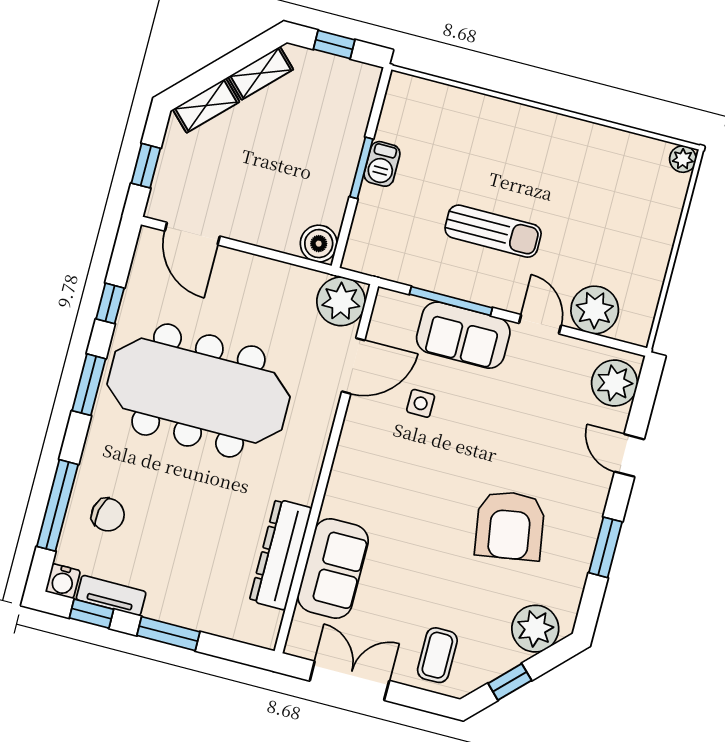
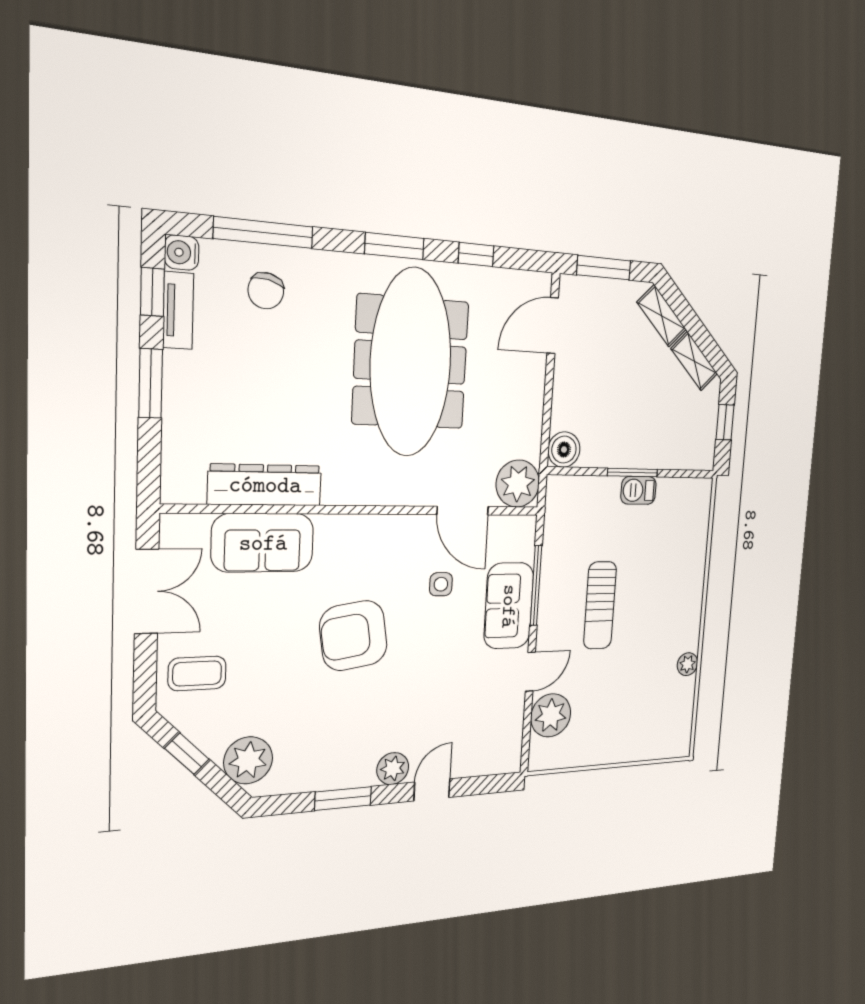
plant: (683, 159) -> (687, 664), moved
window: (146, 166) -> (604, 268), width x1.50
plant: (615, 383) -> (393, 769), moved, width x0.73, depth x0.73
armchair: (510, 525) -> (353, 636), moved

